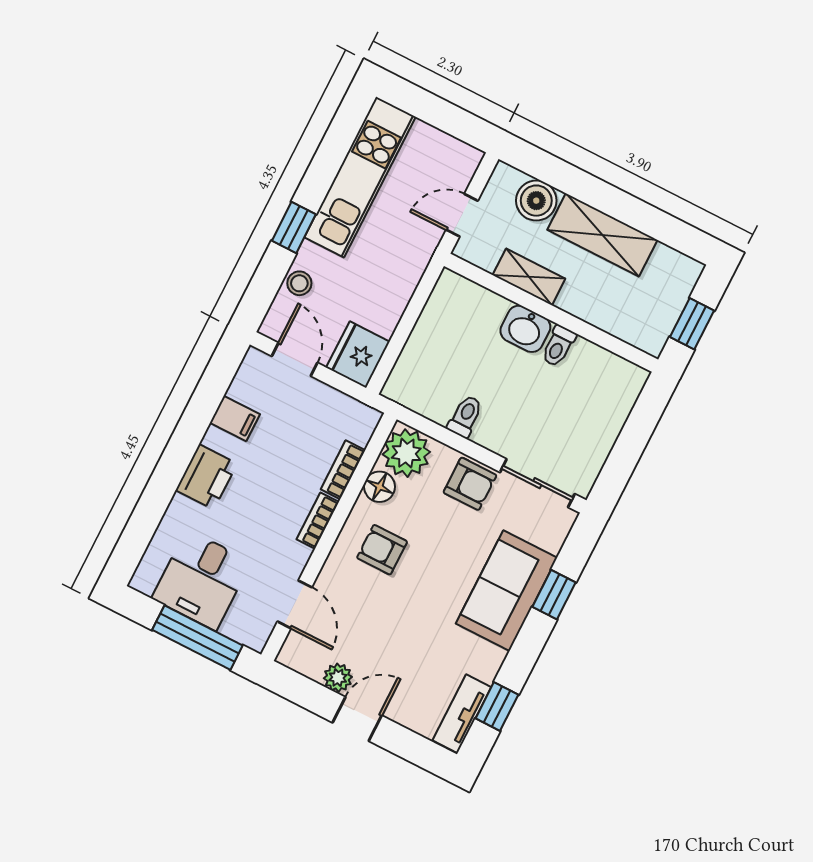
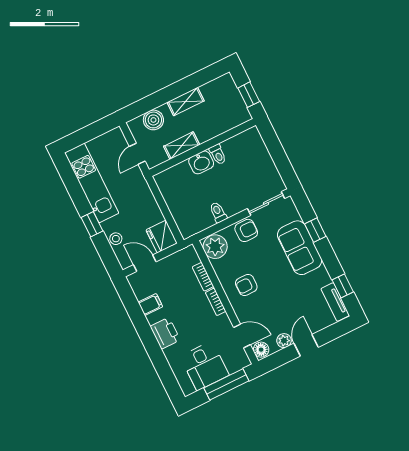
shelving: (602, 235) -> (186, 102), width x0.67, depth x0.75
floor lamp: (379, 487) -> (261, 350), moved

